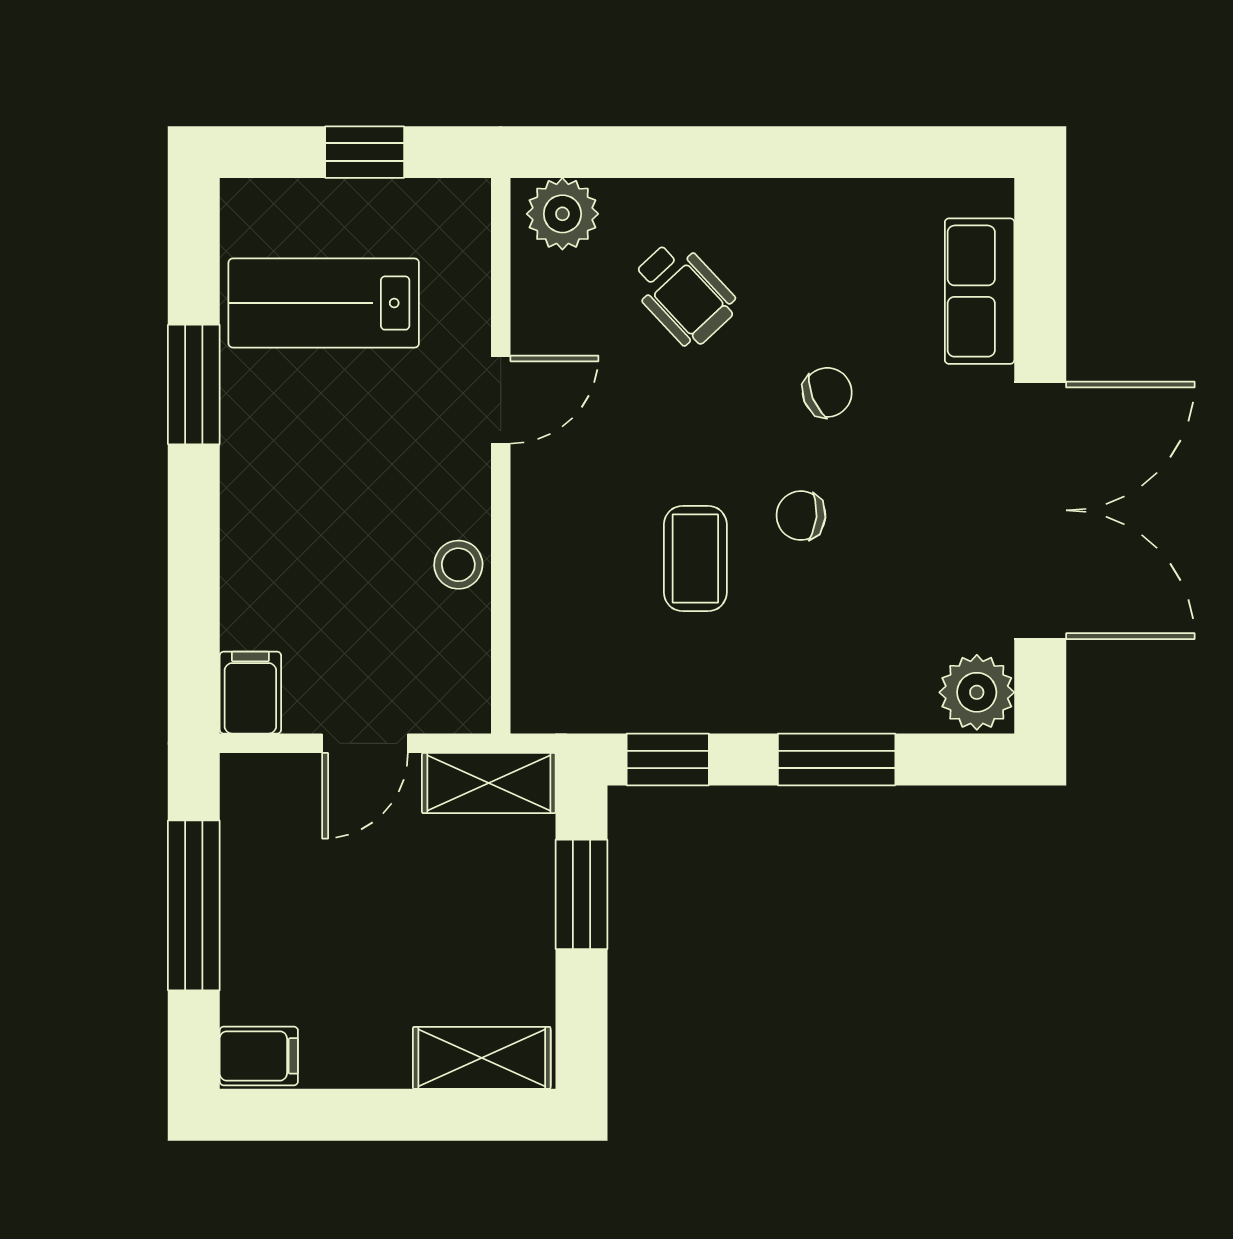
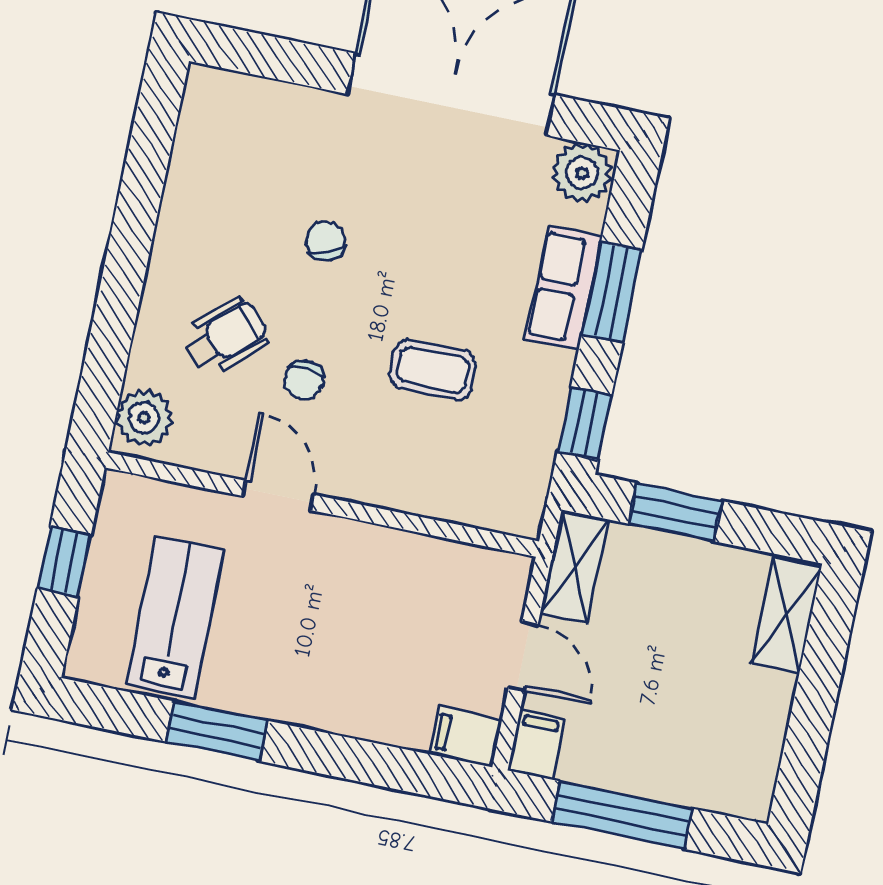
row of seats: (980, 291) -> (563, 288), moved, turned 90
lab bench: (324, 303) -> (175, 617), turned 180
chair: (801, 516) -> (304, 380), moved
stool: (458, 565) -> (400, 555), removed
filing cabinet: (259, 1056) -> (537, 745), moved

